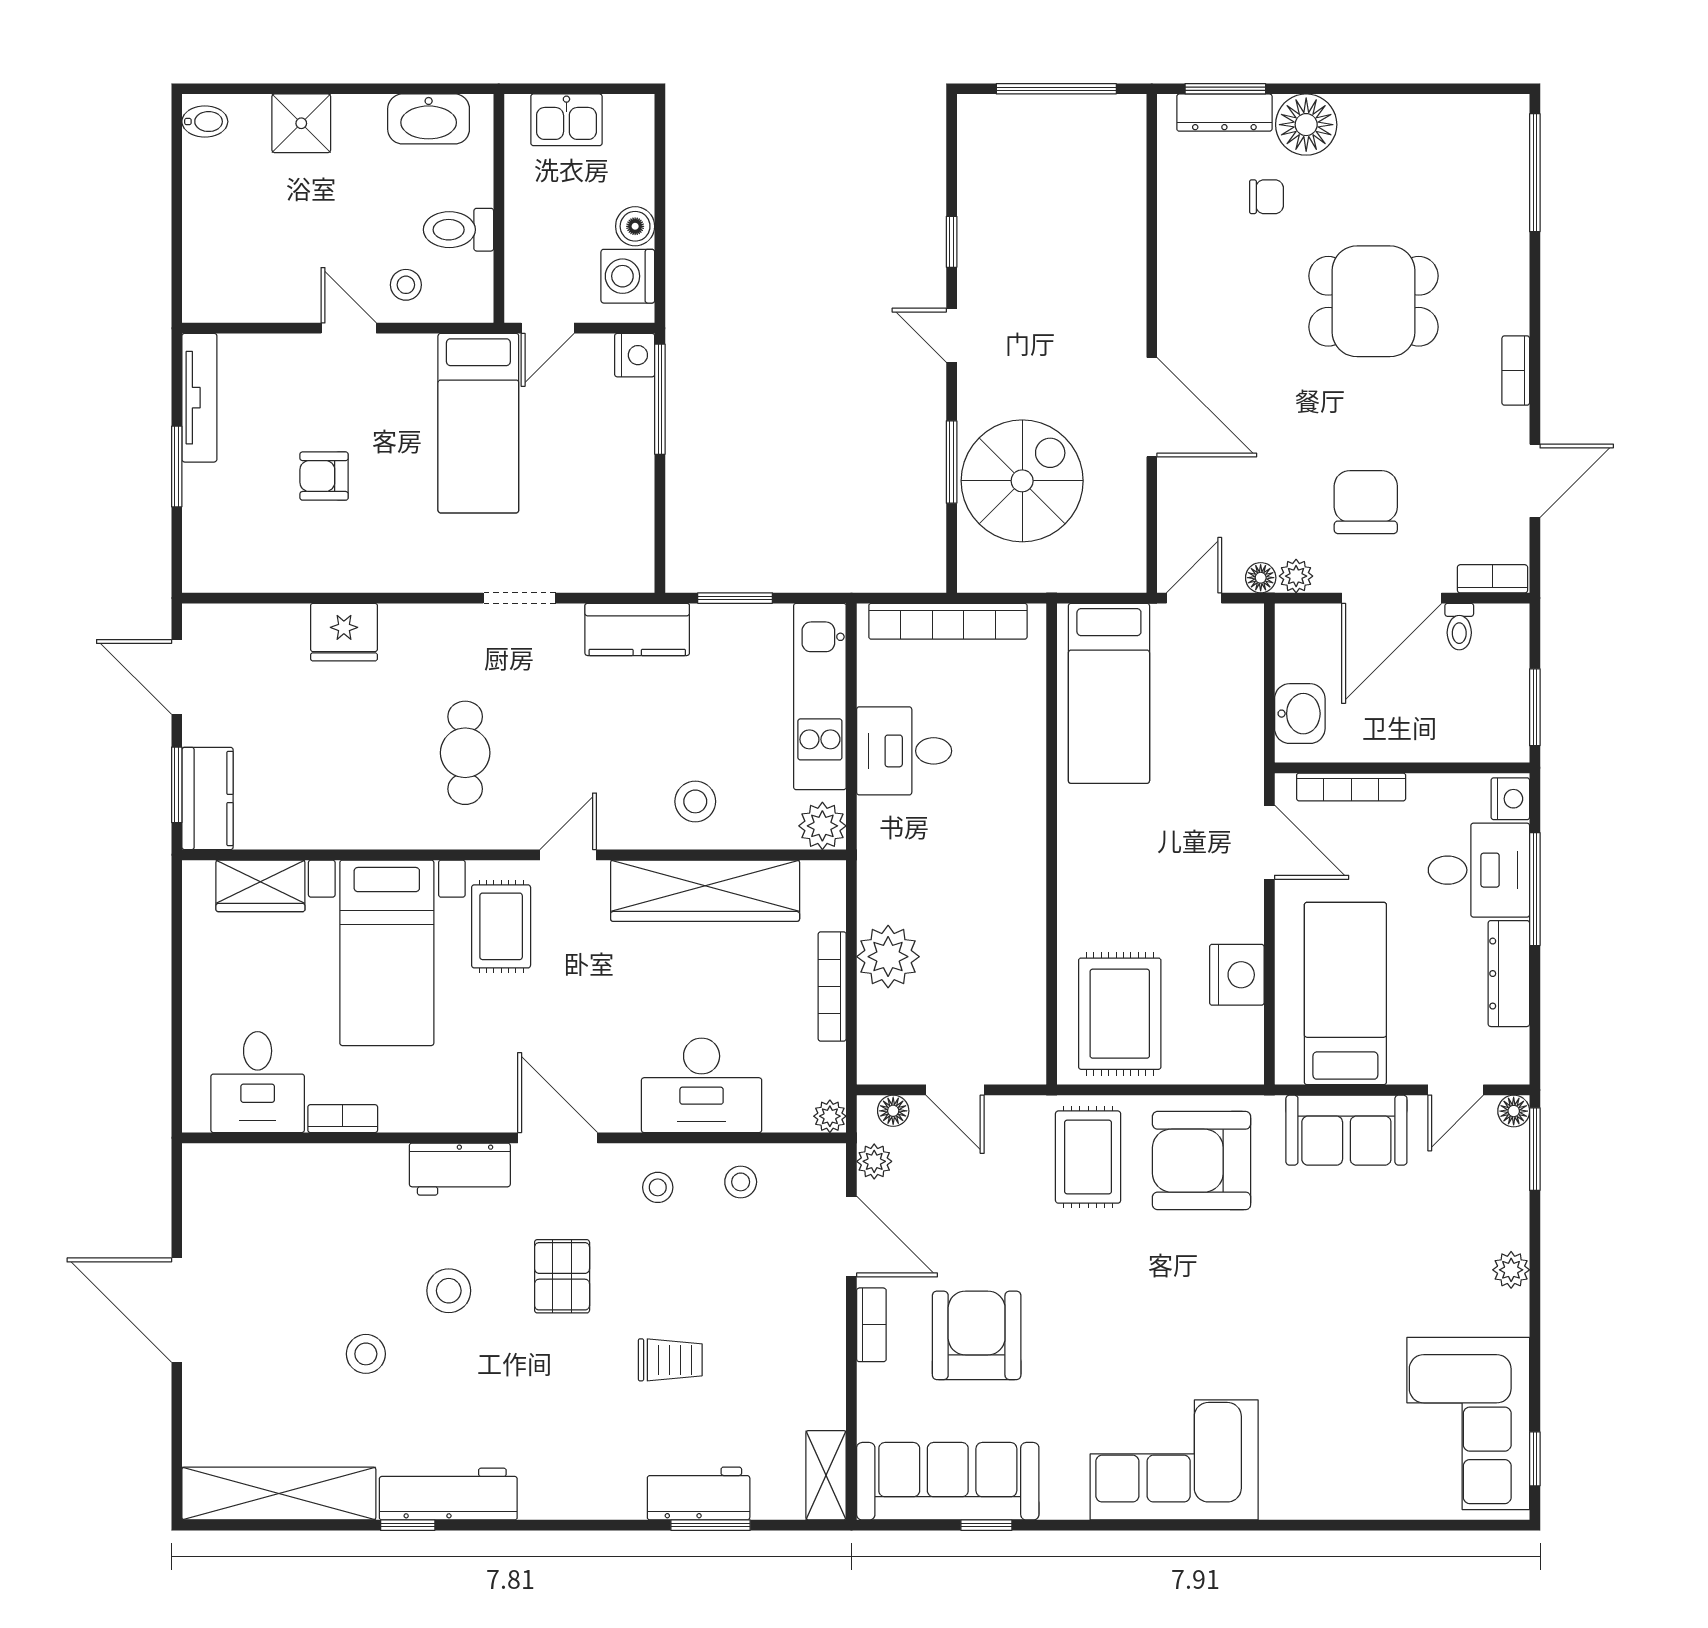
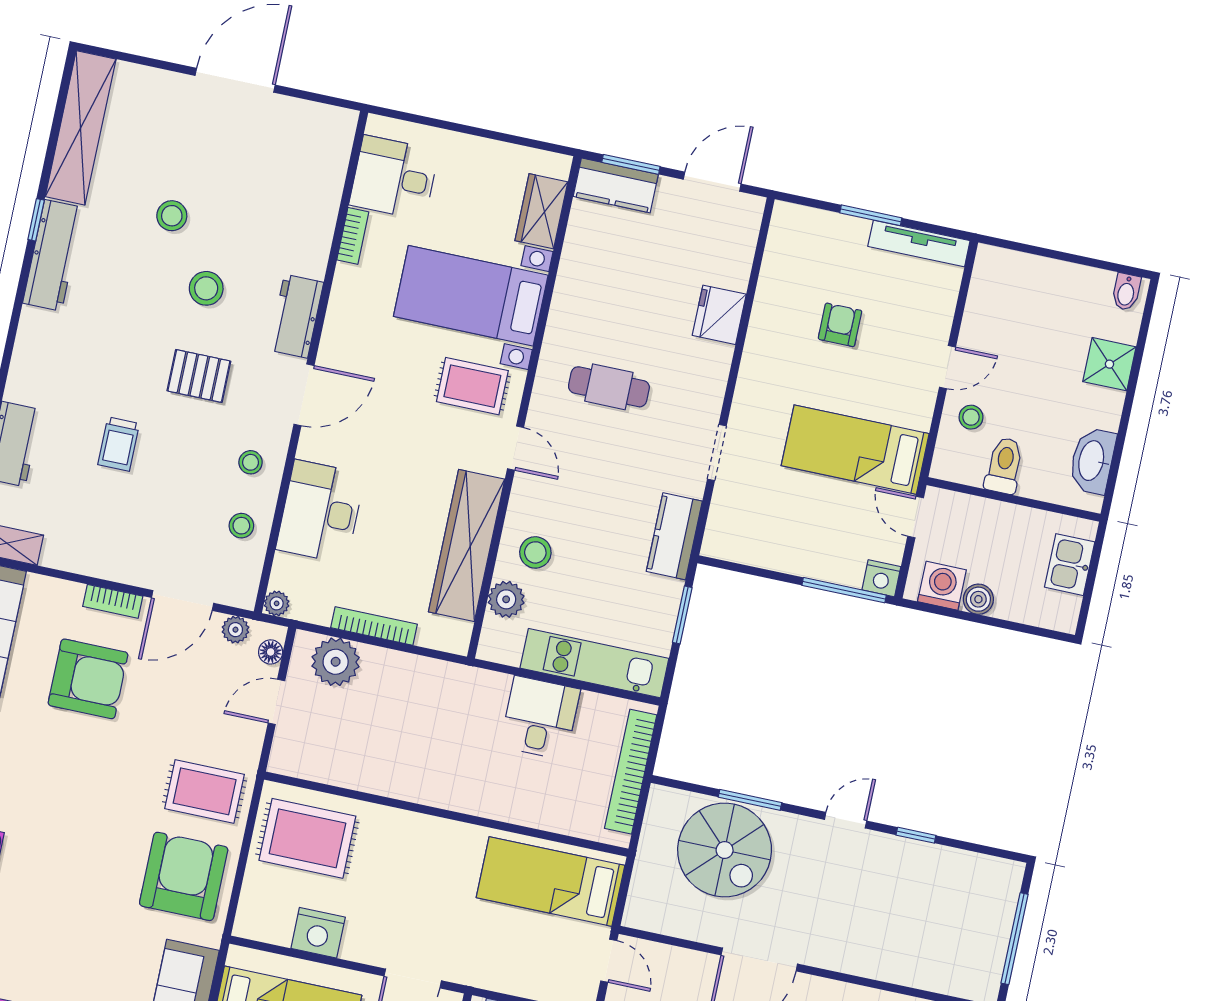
plant: (822, 826) -> (506, 599), moved
plant: (888, 957) -> (336, 662), moved

